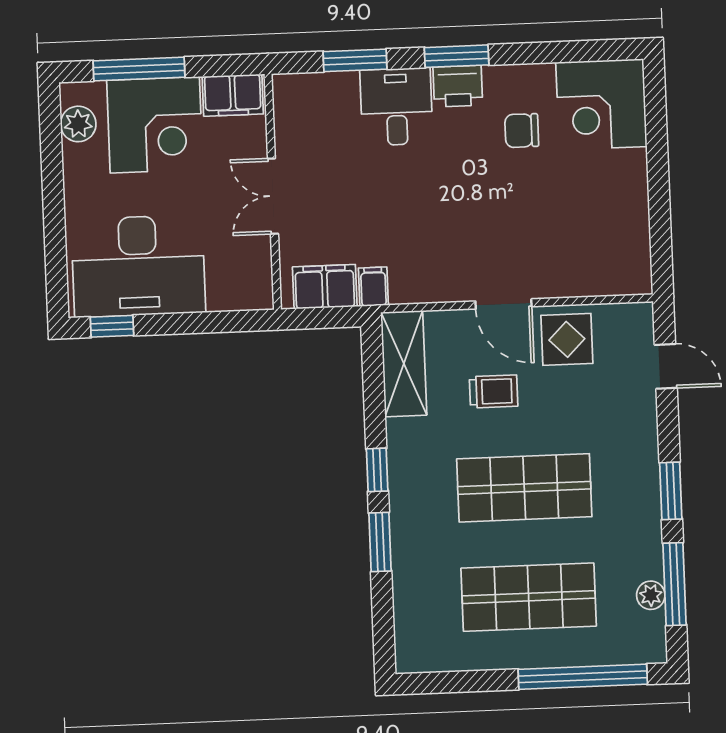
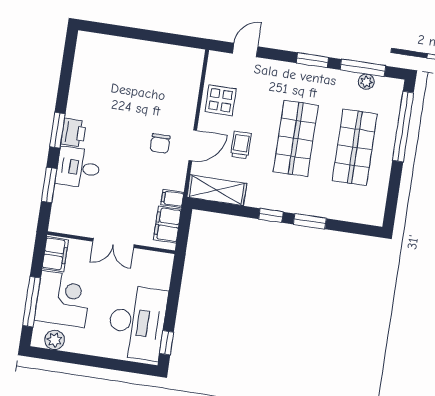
corner desk: (601, 104) -> (98, 58), removed
chair: (522, 131) -> (160, 143), moved
door: (504, 304) -> (193, 145), moved

